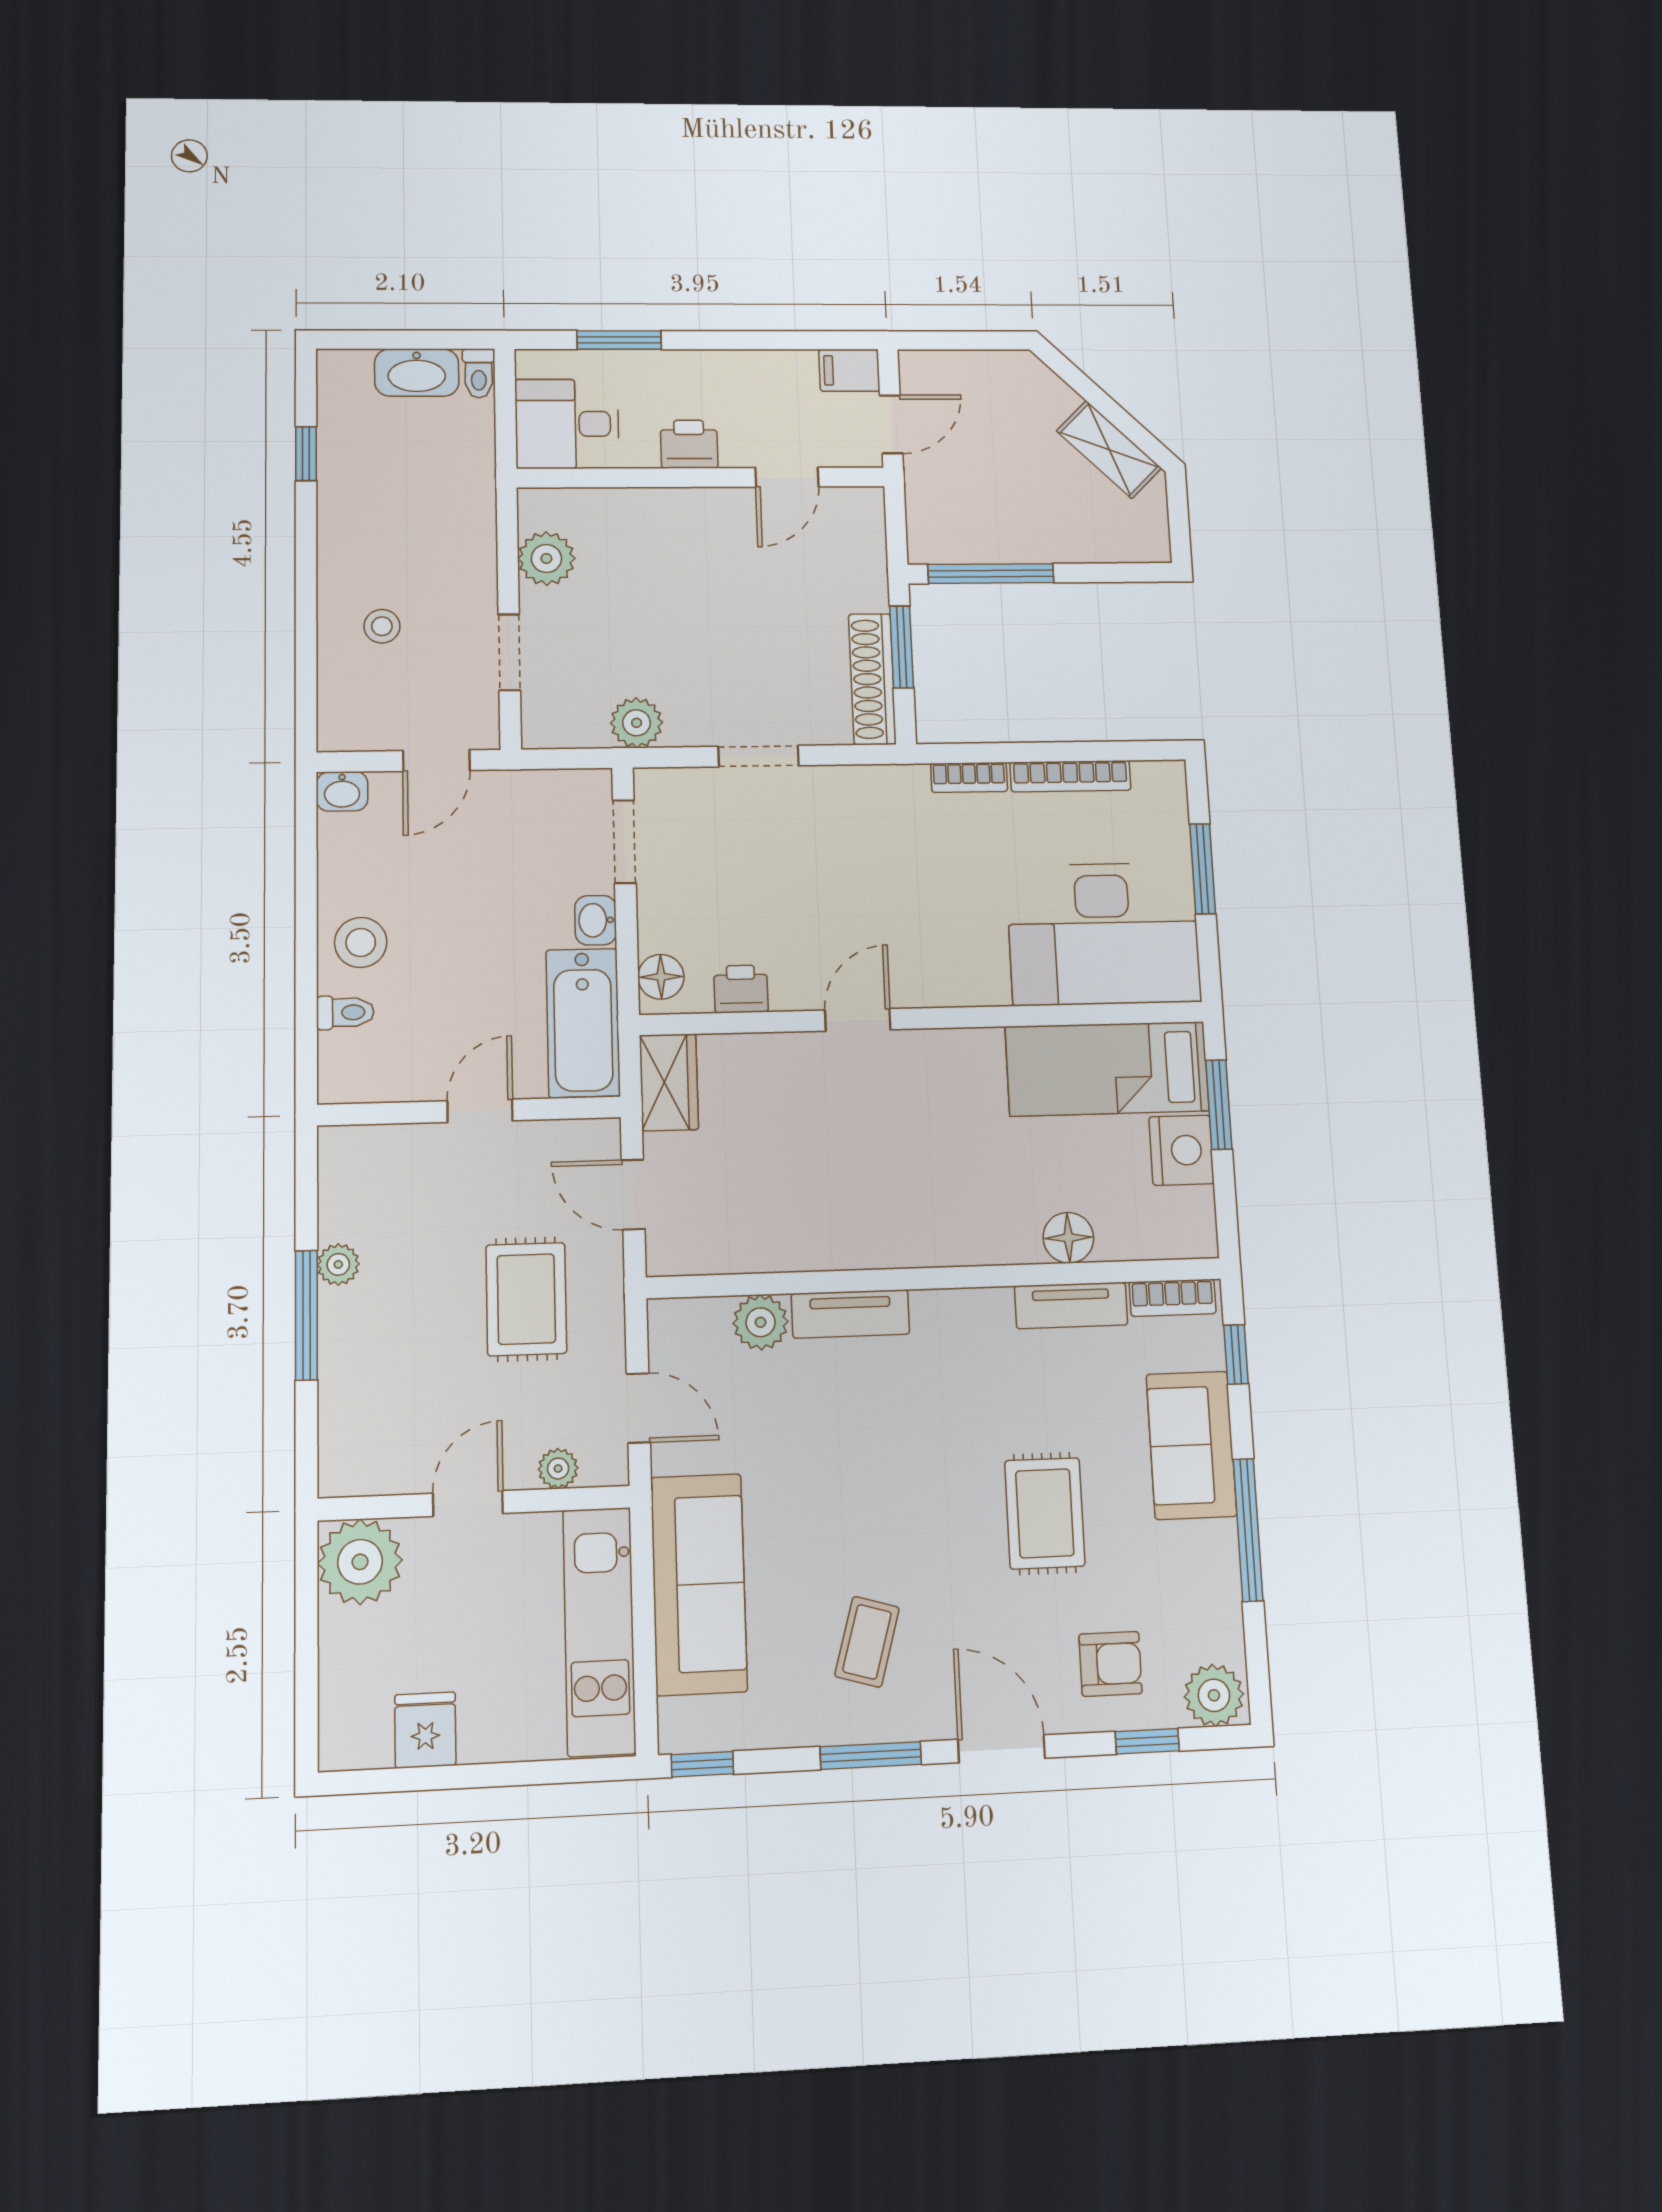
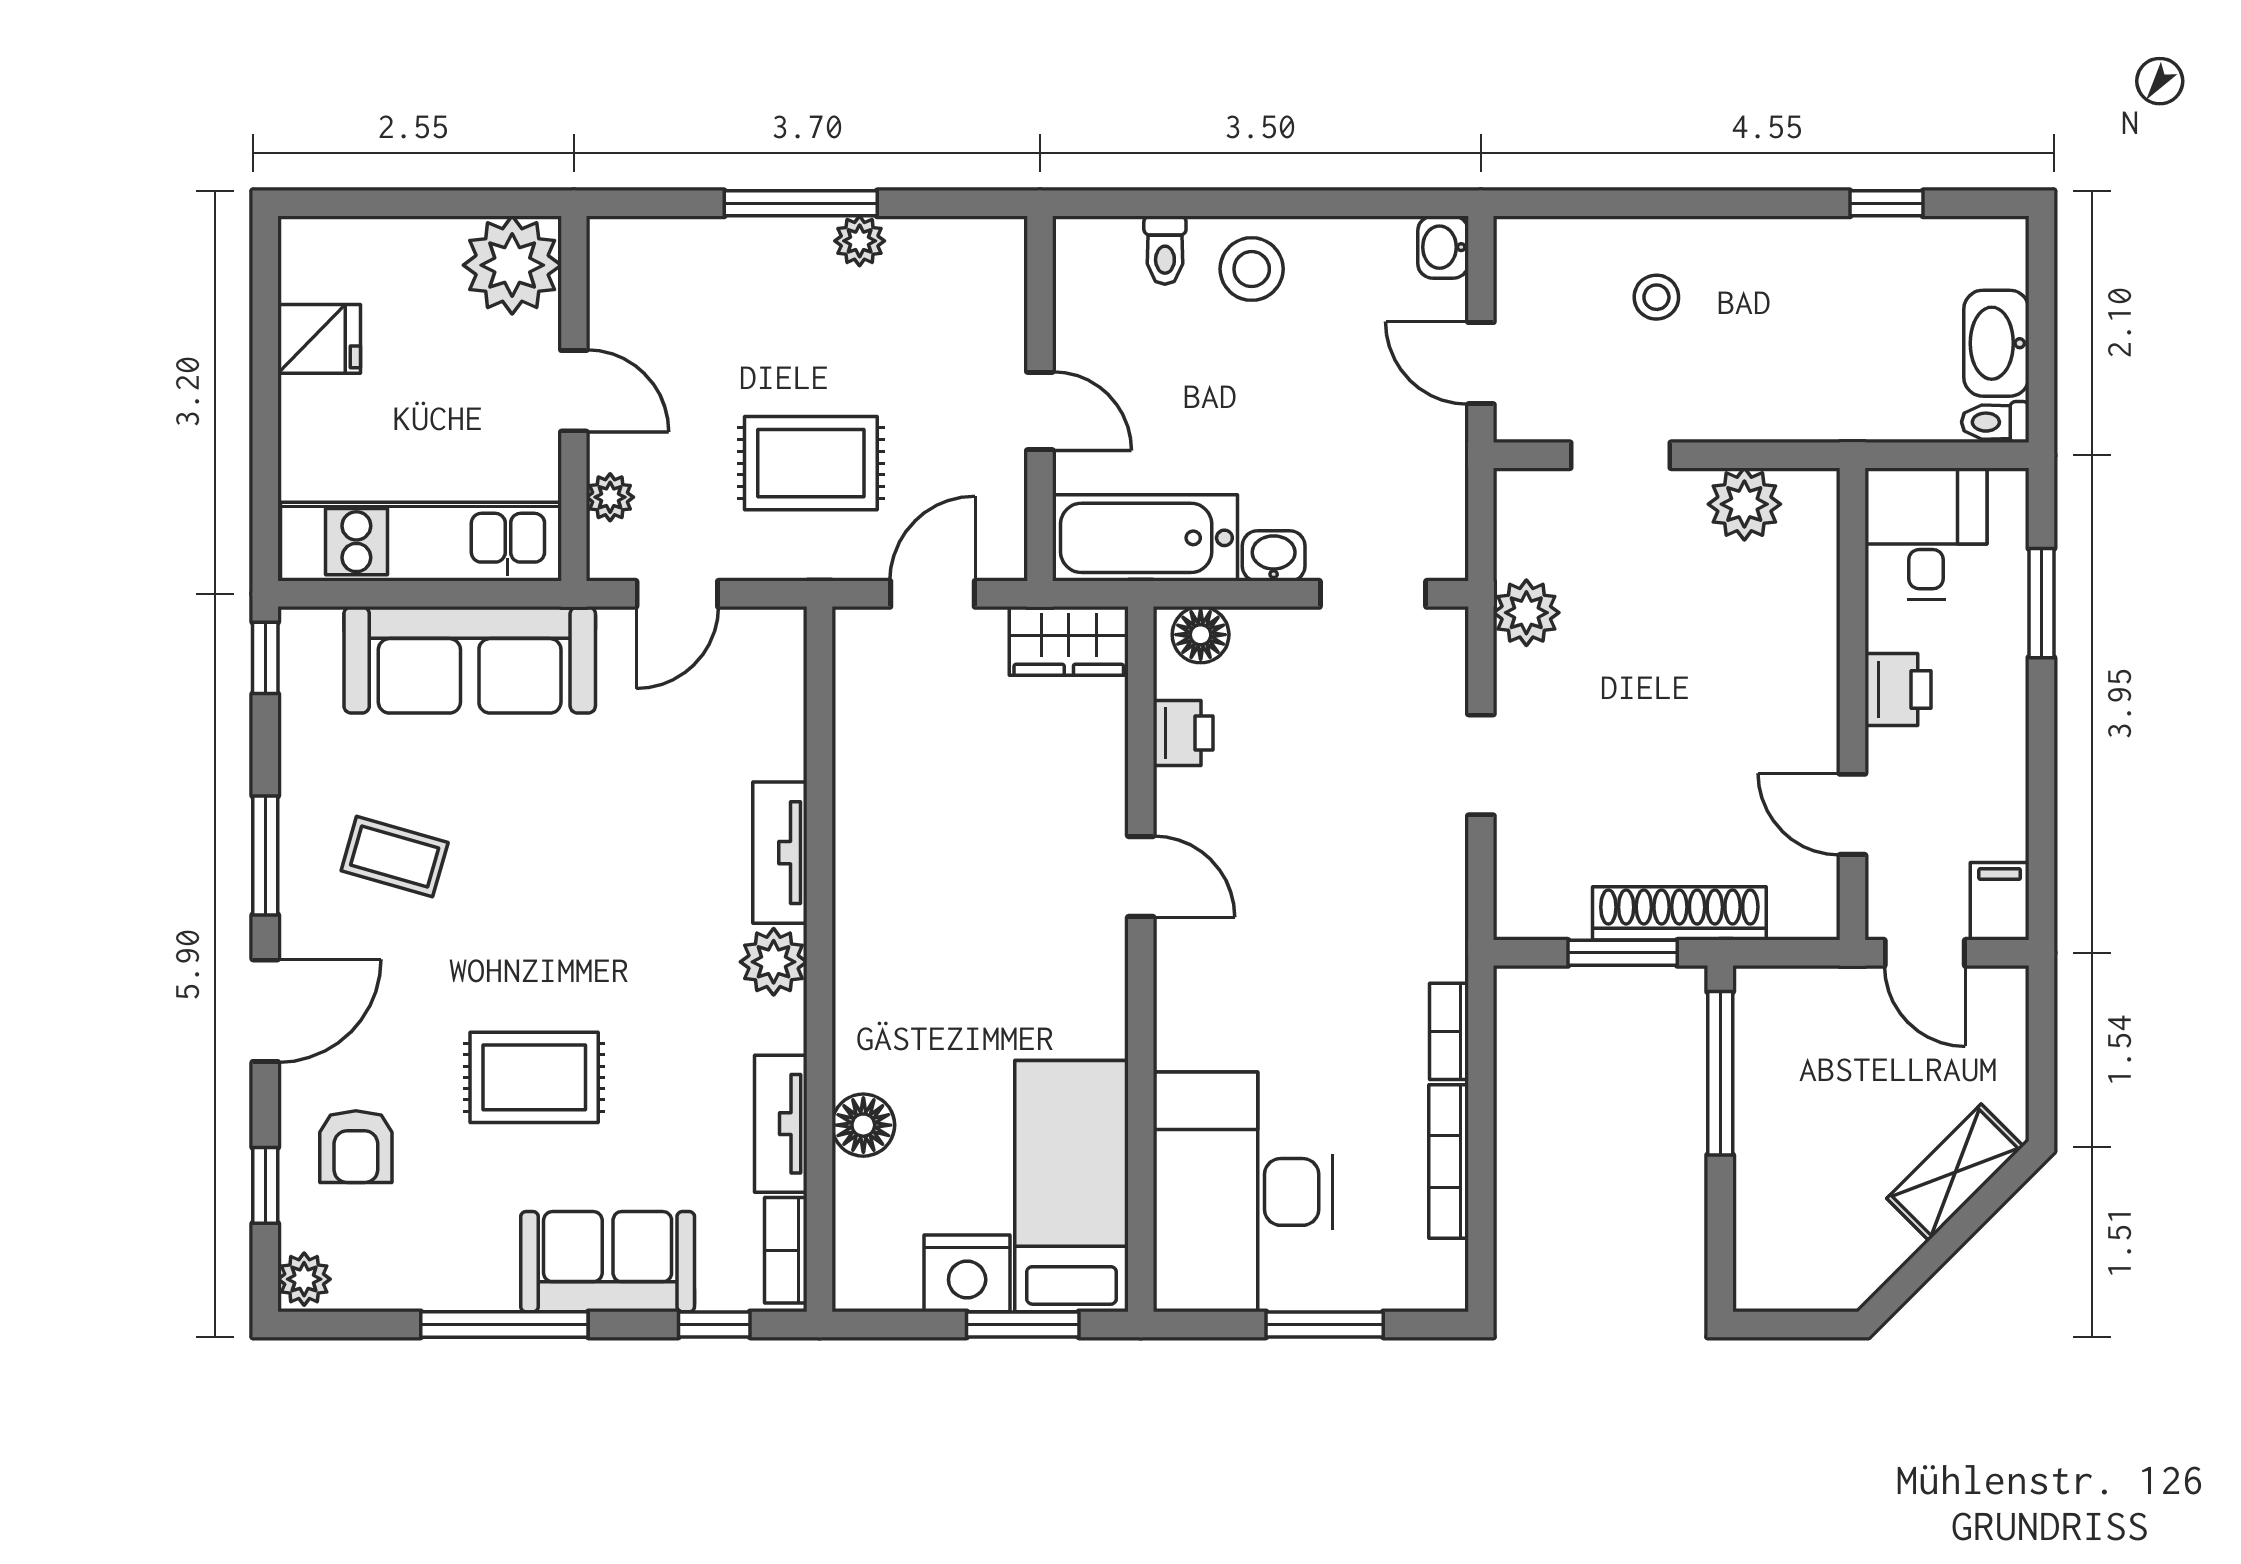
shelving: (1109, 450) -> (1955, 1172), moved
shoe rack: (872, 679) -> (1679, 913), moved
plant: (761, 1322) -> (774, 962), moved
plant: (1214, 1695) -> (304, 1279), width x0.73, depth x0.73

